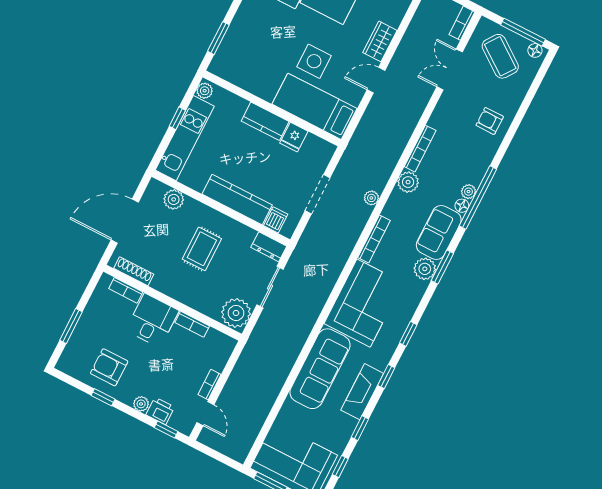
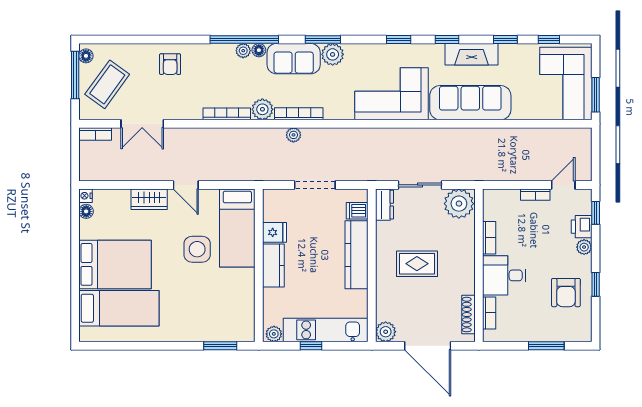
plant: (174, 199) -> (386, 332), moved
bookcase: (374, 239) -> (299, 114), moved

